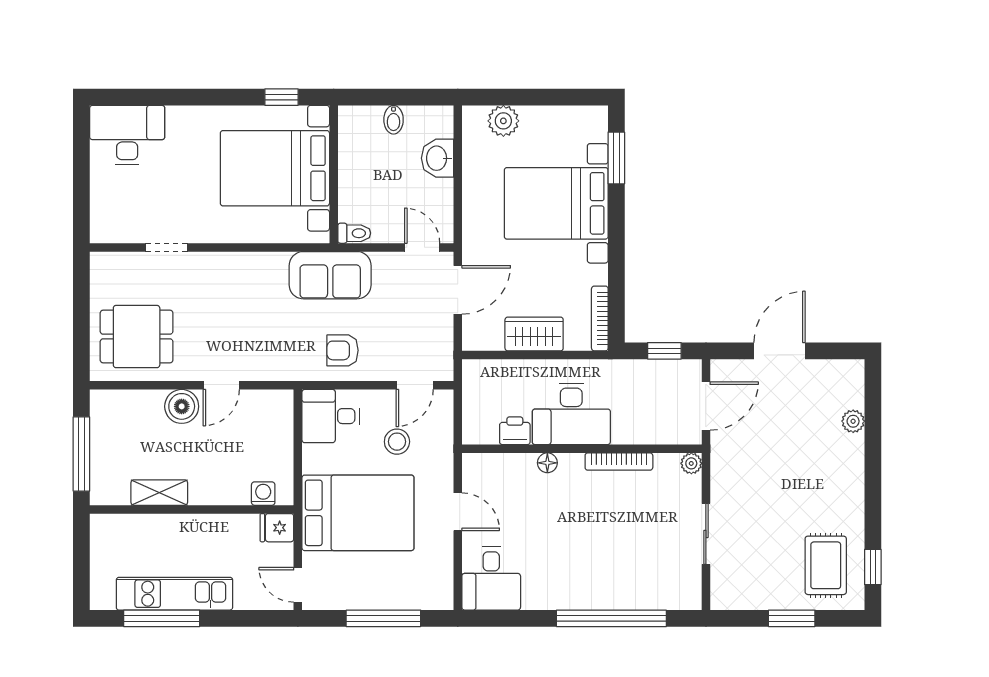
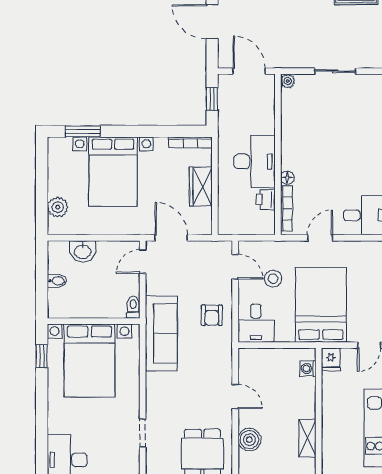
sofa: (330, 275) -> (161, 333), width x1.36
boiler: (182, 406) -> (249, 440), moved
bookcase: (619, 462) -> (286, 208), moved

